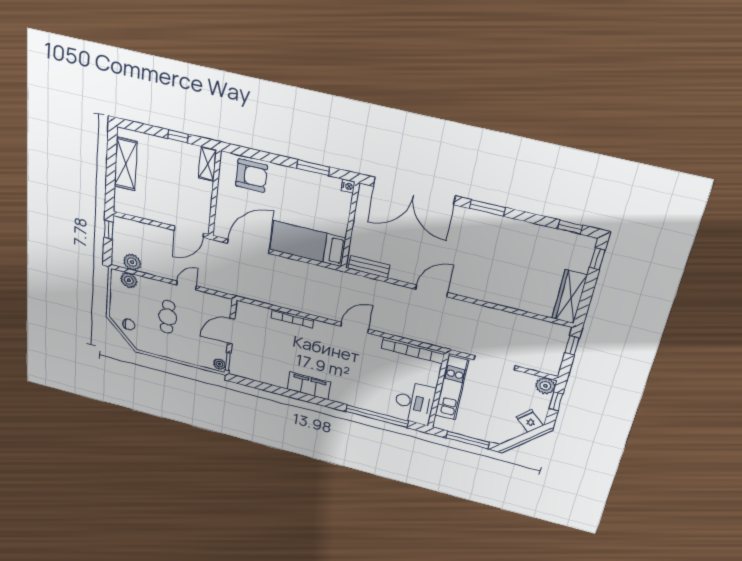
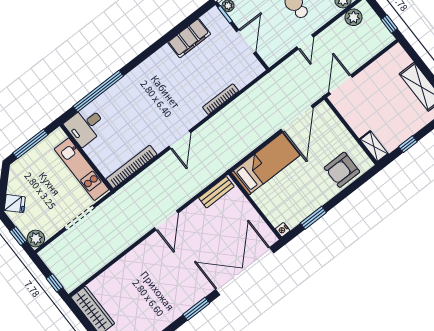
filing cabinet: (309, 386) -> (189, 38), moved
desk: (414, 403) -> (85, 126), width x0.73

